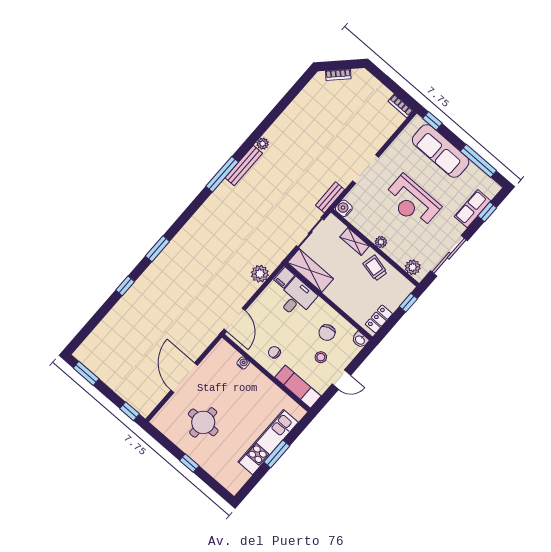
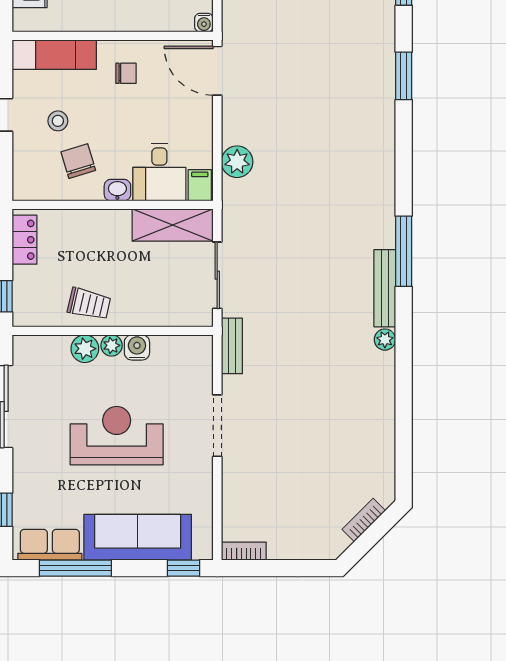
water cooler: (344, 208) -> (137, 347), moved, turned -90
row of seats: (473, 209) -> (50, 545), moved, turned -90
shelving: (355, 241) -> (148, 315), removed
plant: (413, 267) -> (85, 349), moved
washbasin: (360, 340) -> (117, 190), moved
water cooler: (243, 363) -> (204, 23), moved

